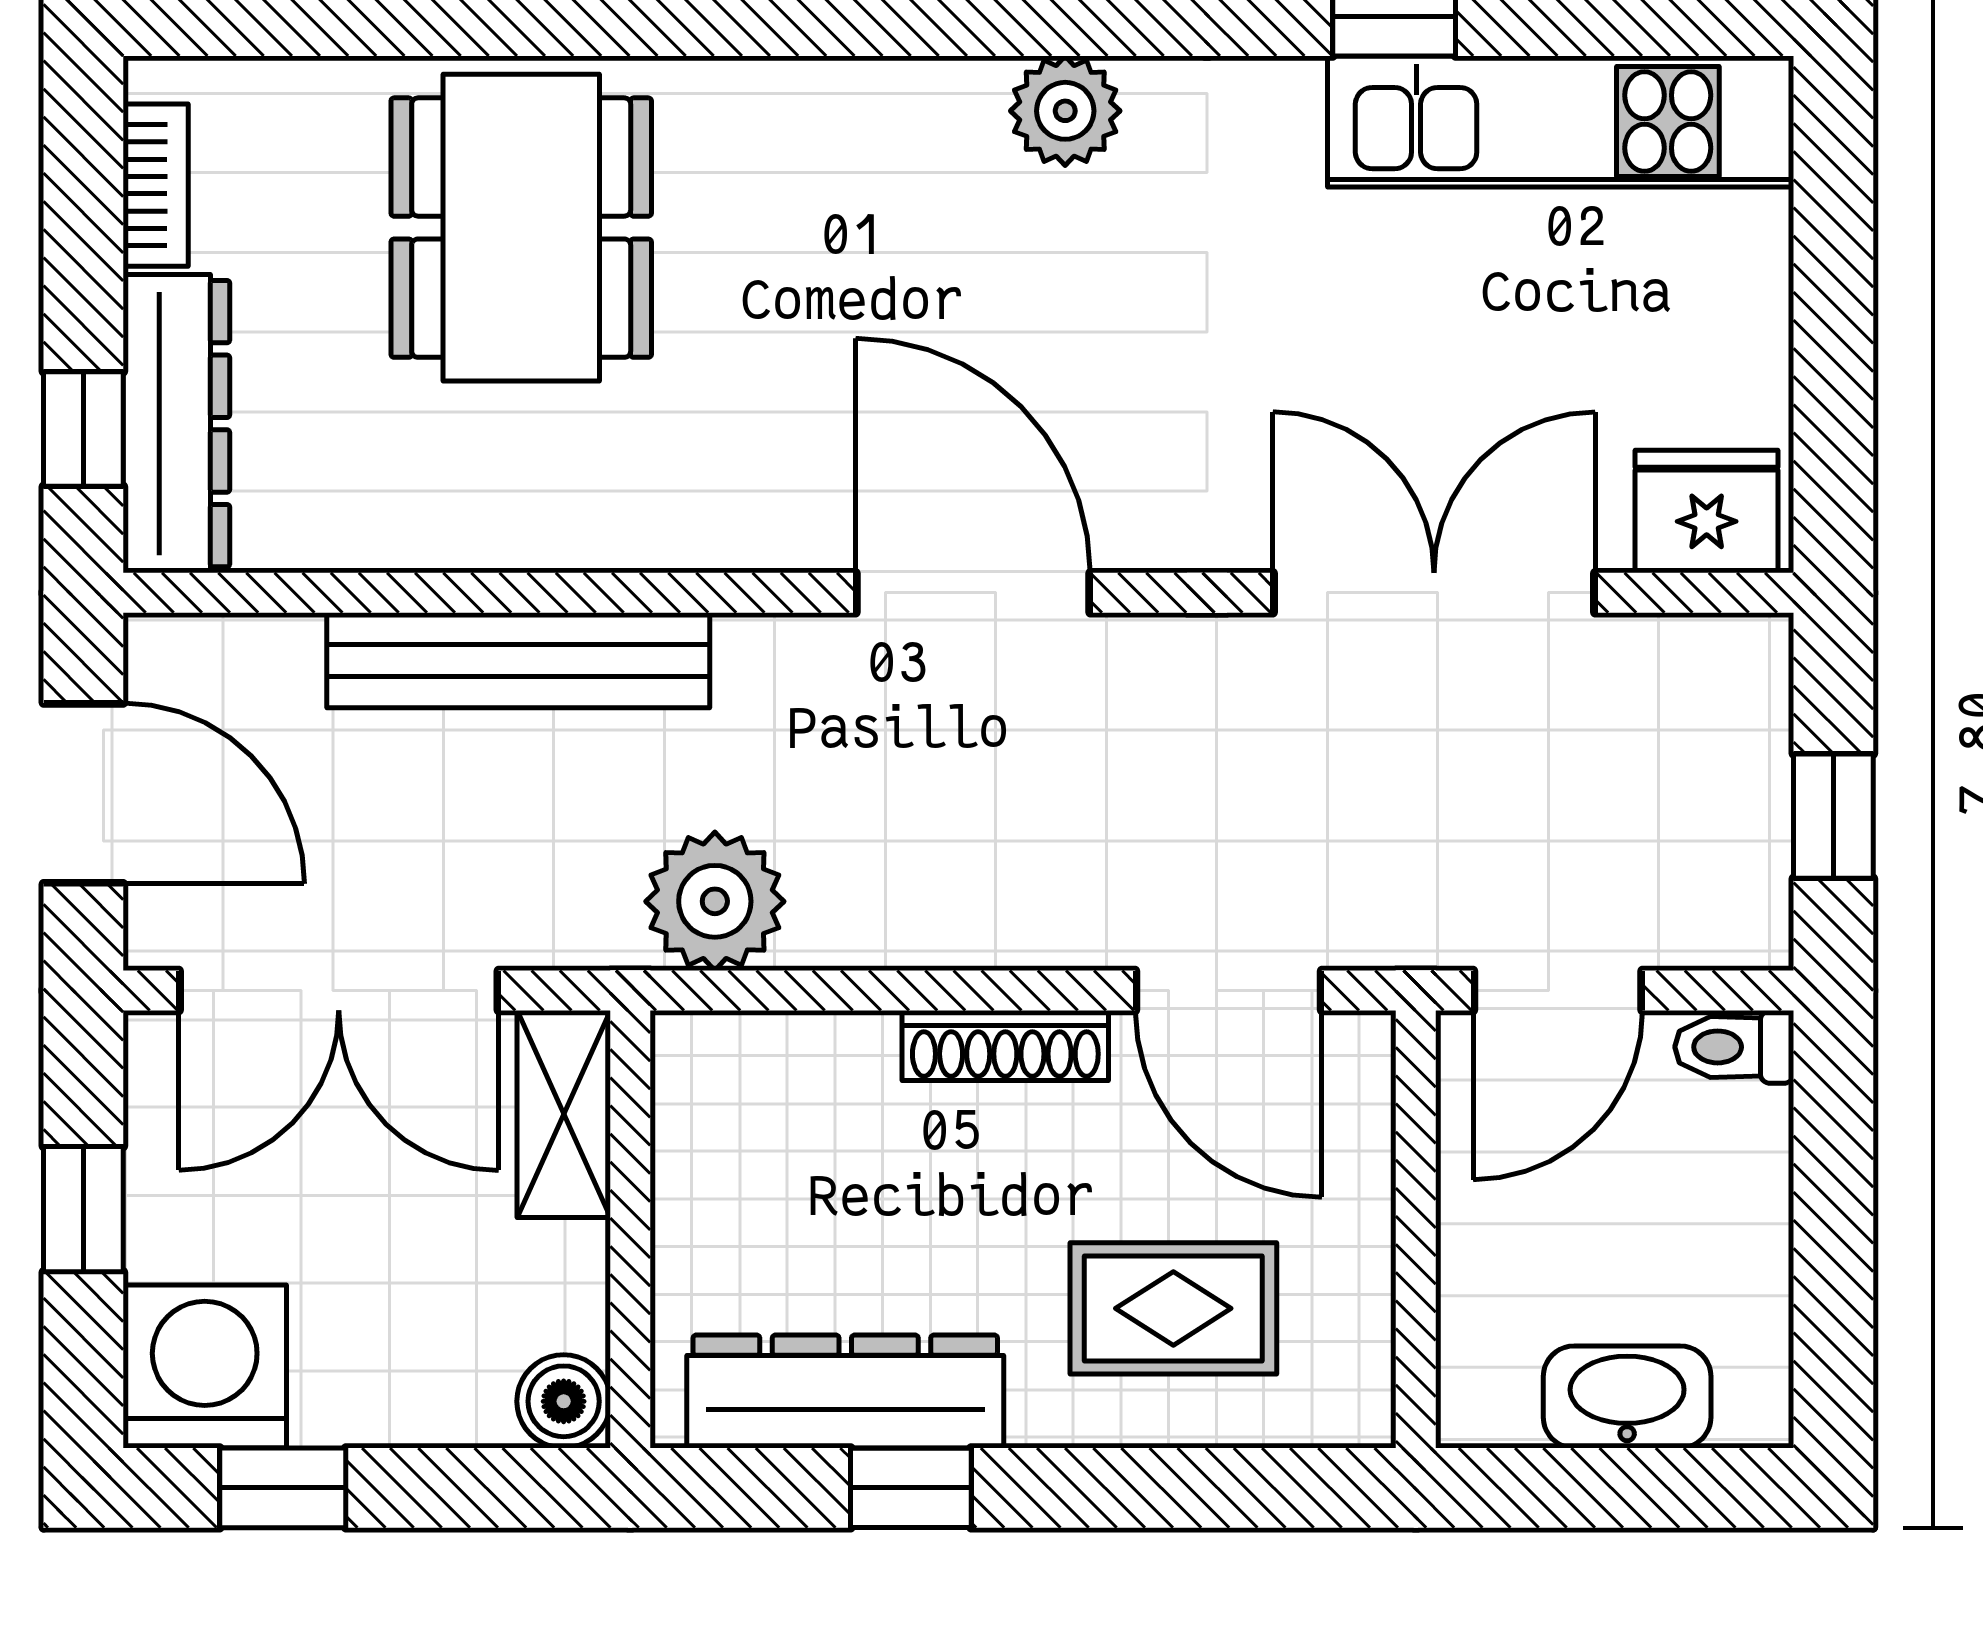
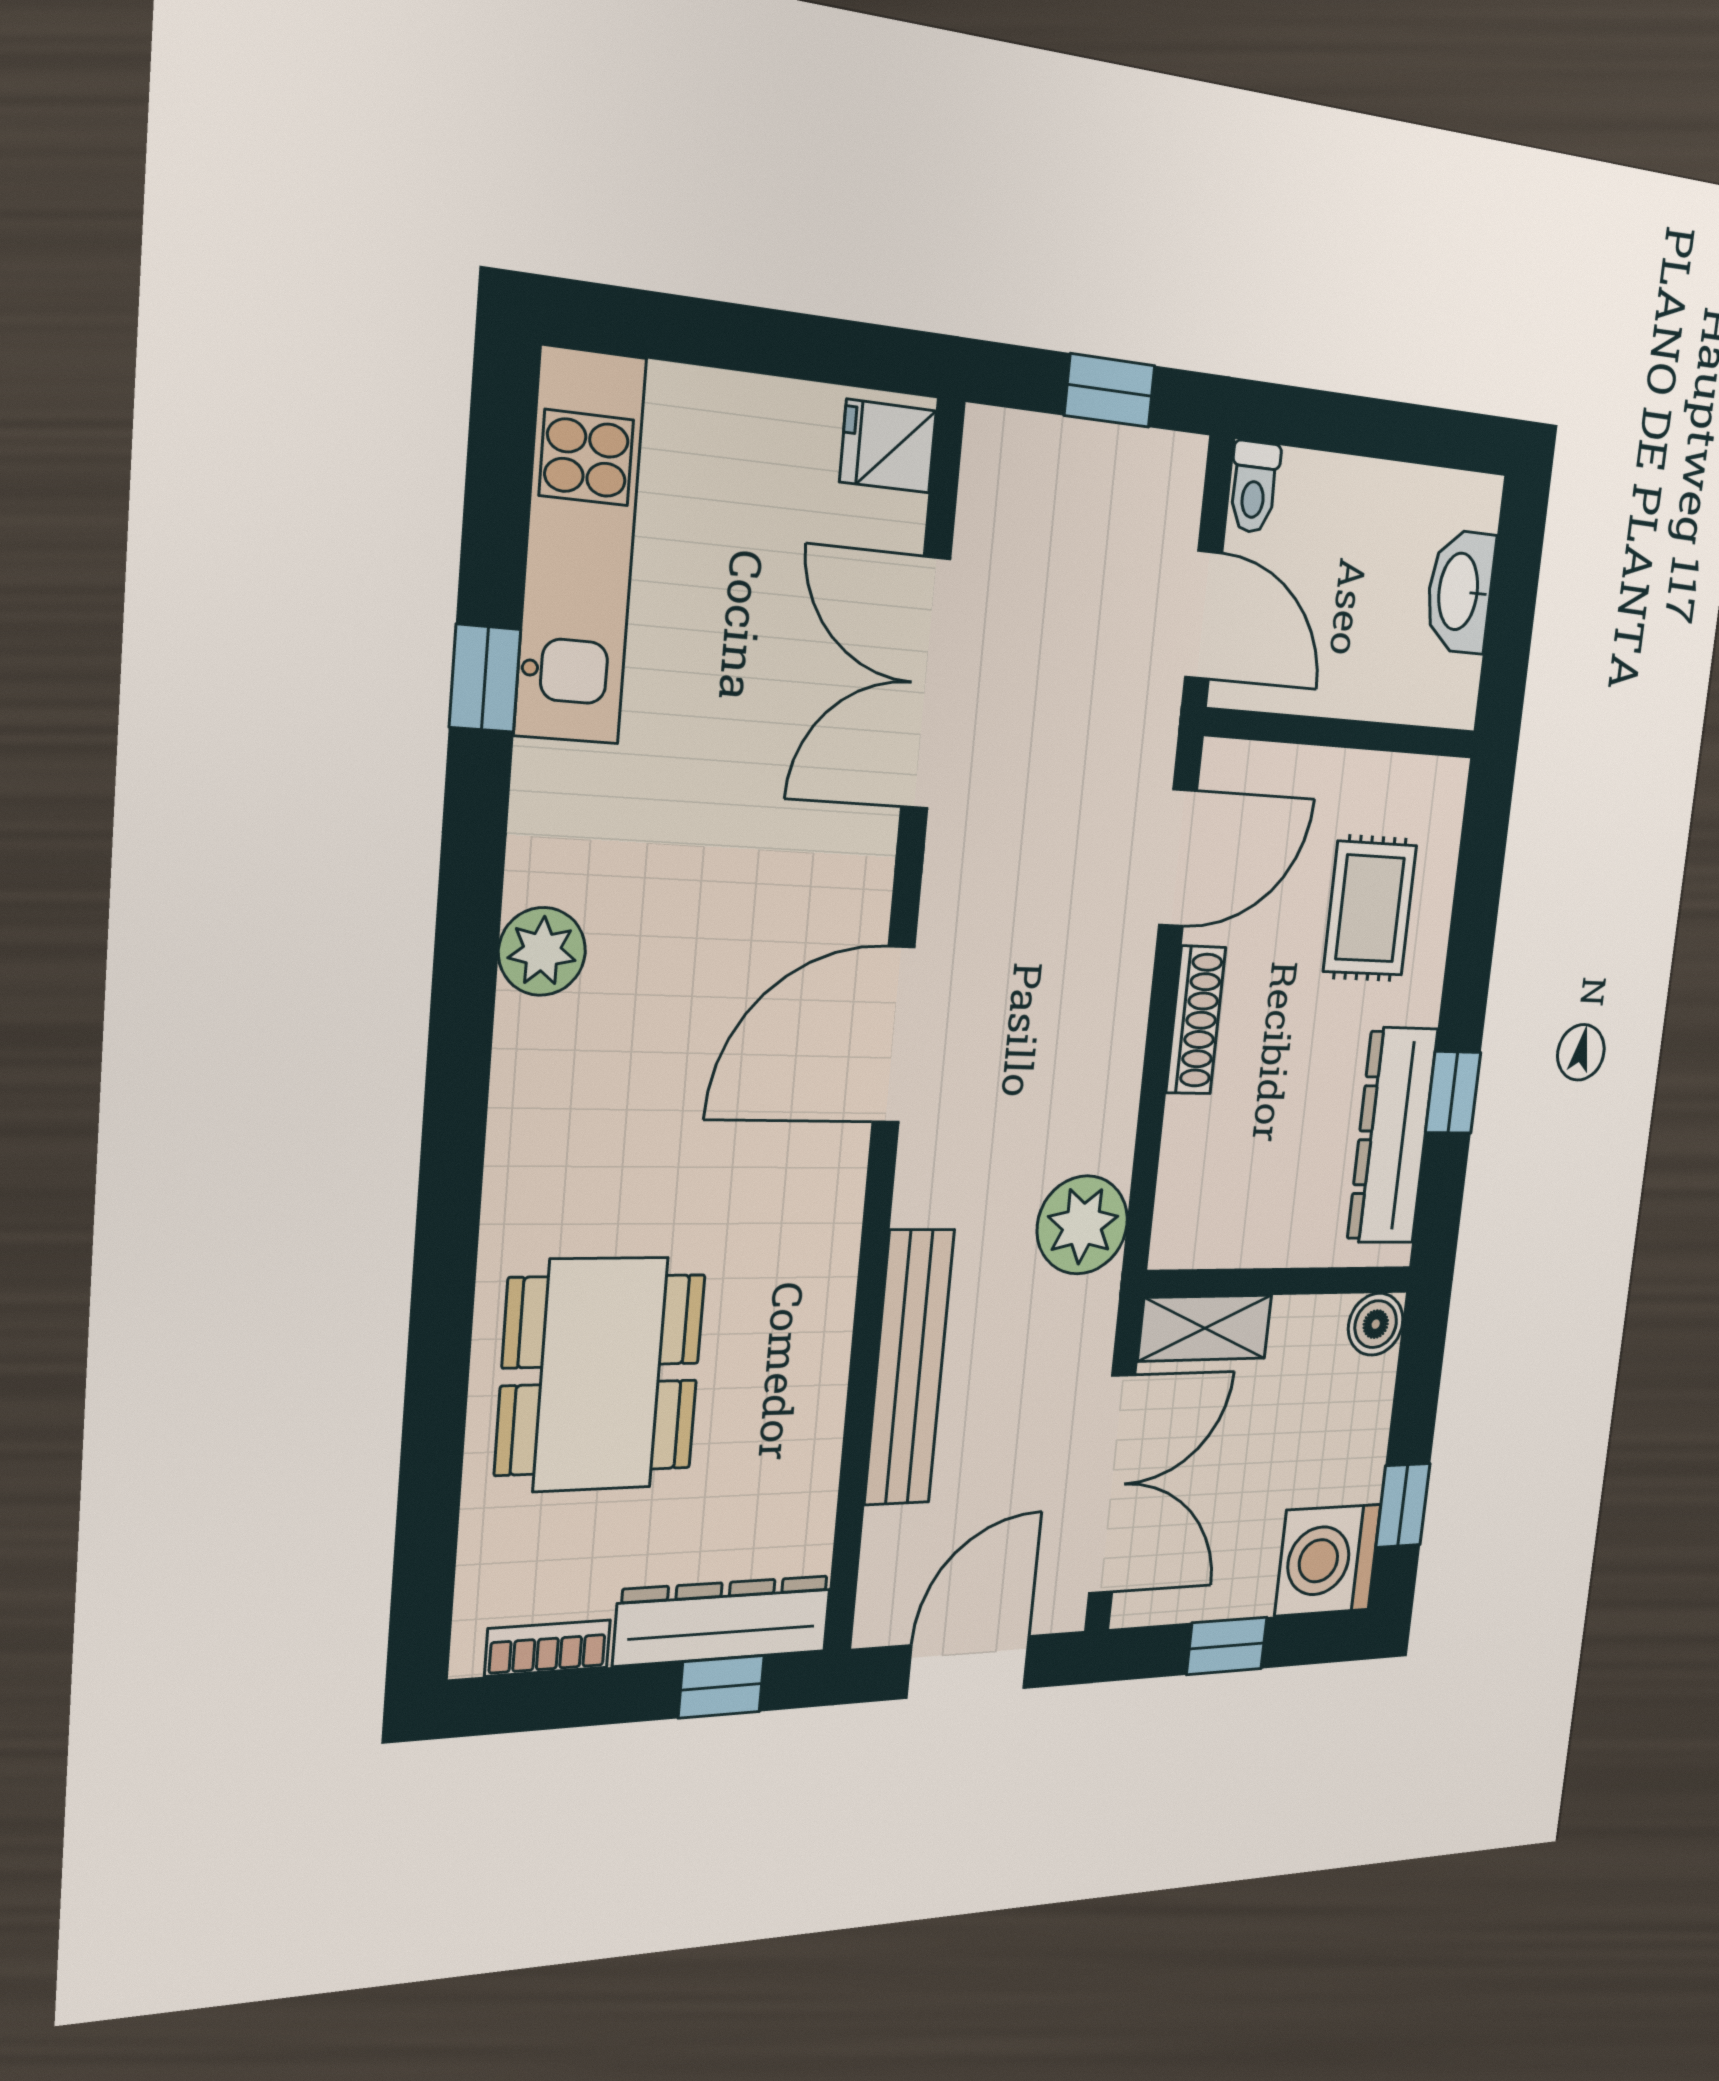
dining table: (521, 228) -> (600, 1374), turned 90
fridge: (1707, 512) -> (888, 446), width x0.72

